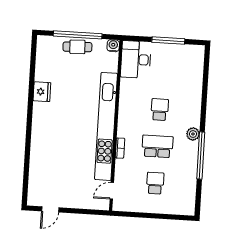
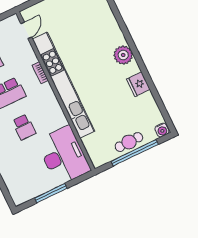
water cooler: (113, 46) -> (162, 130), moved
desk: (136, 59) -> (63, 156), width x1.36, depth x1.30
plant: (41, 124) -> (123, 55), added

